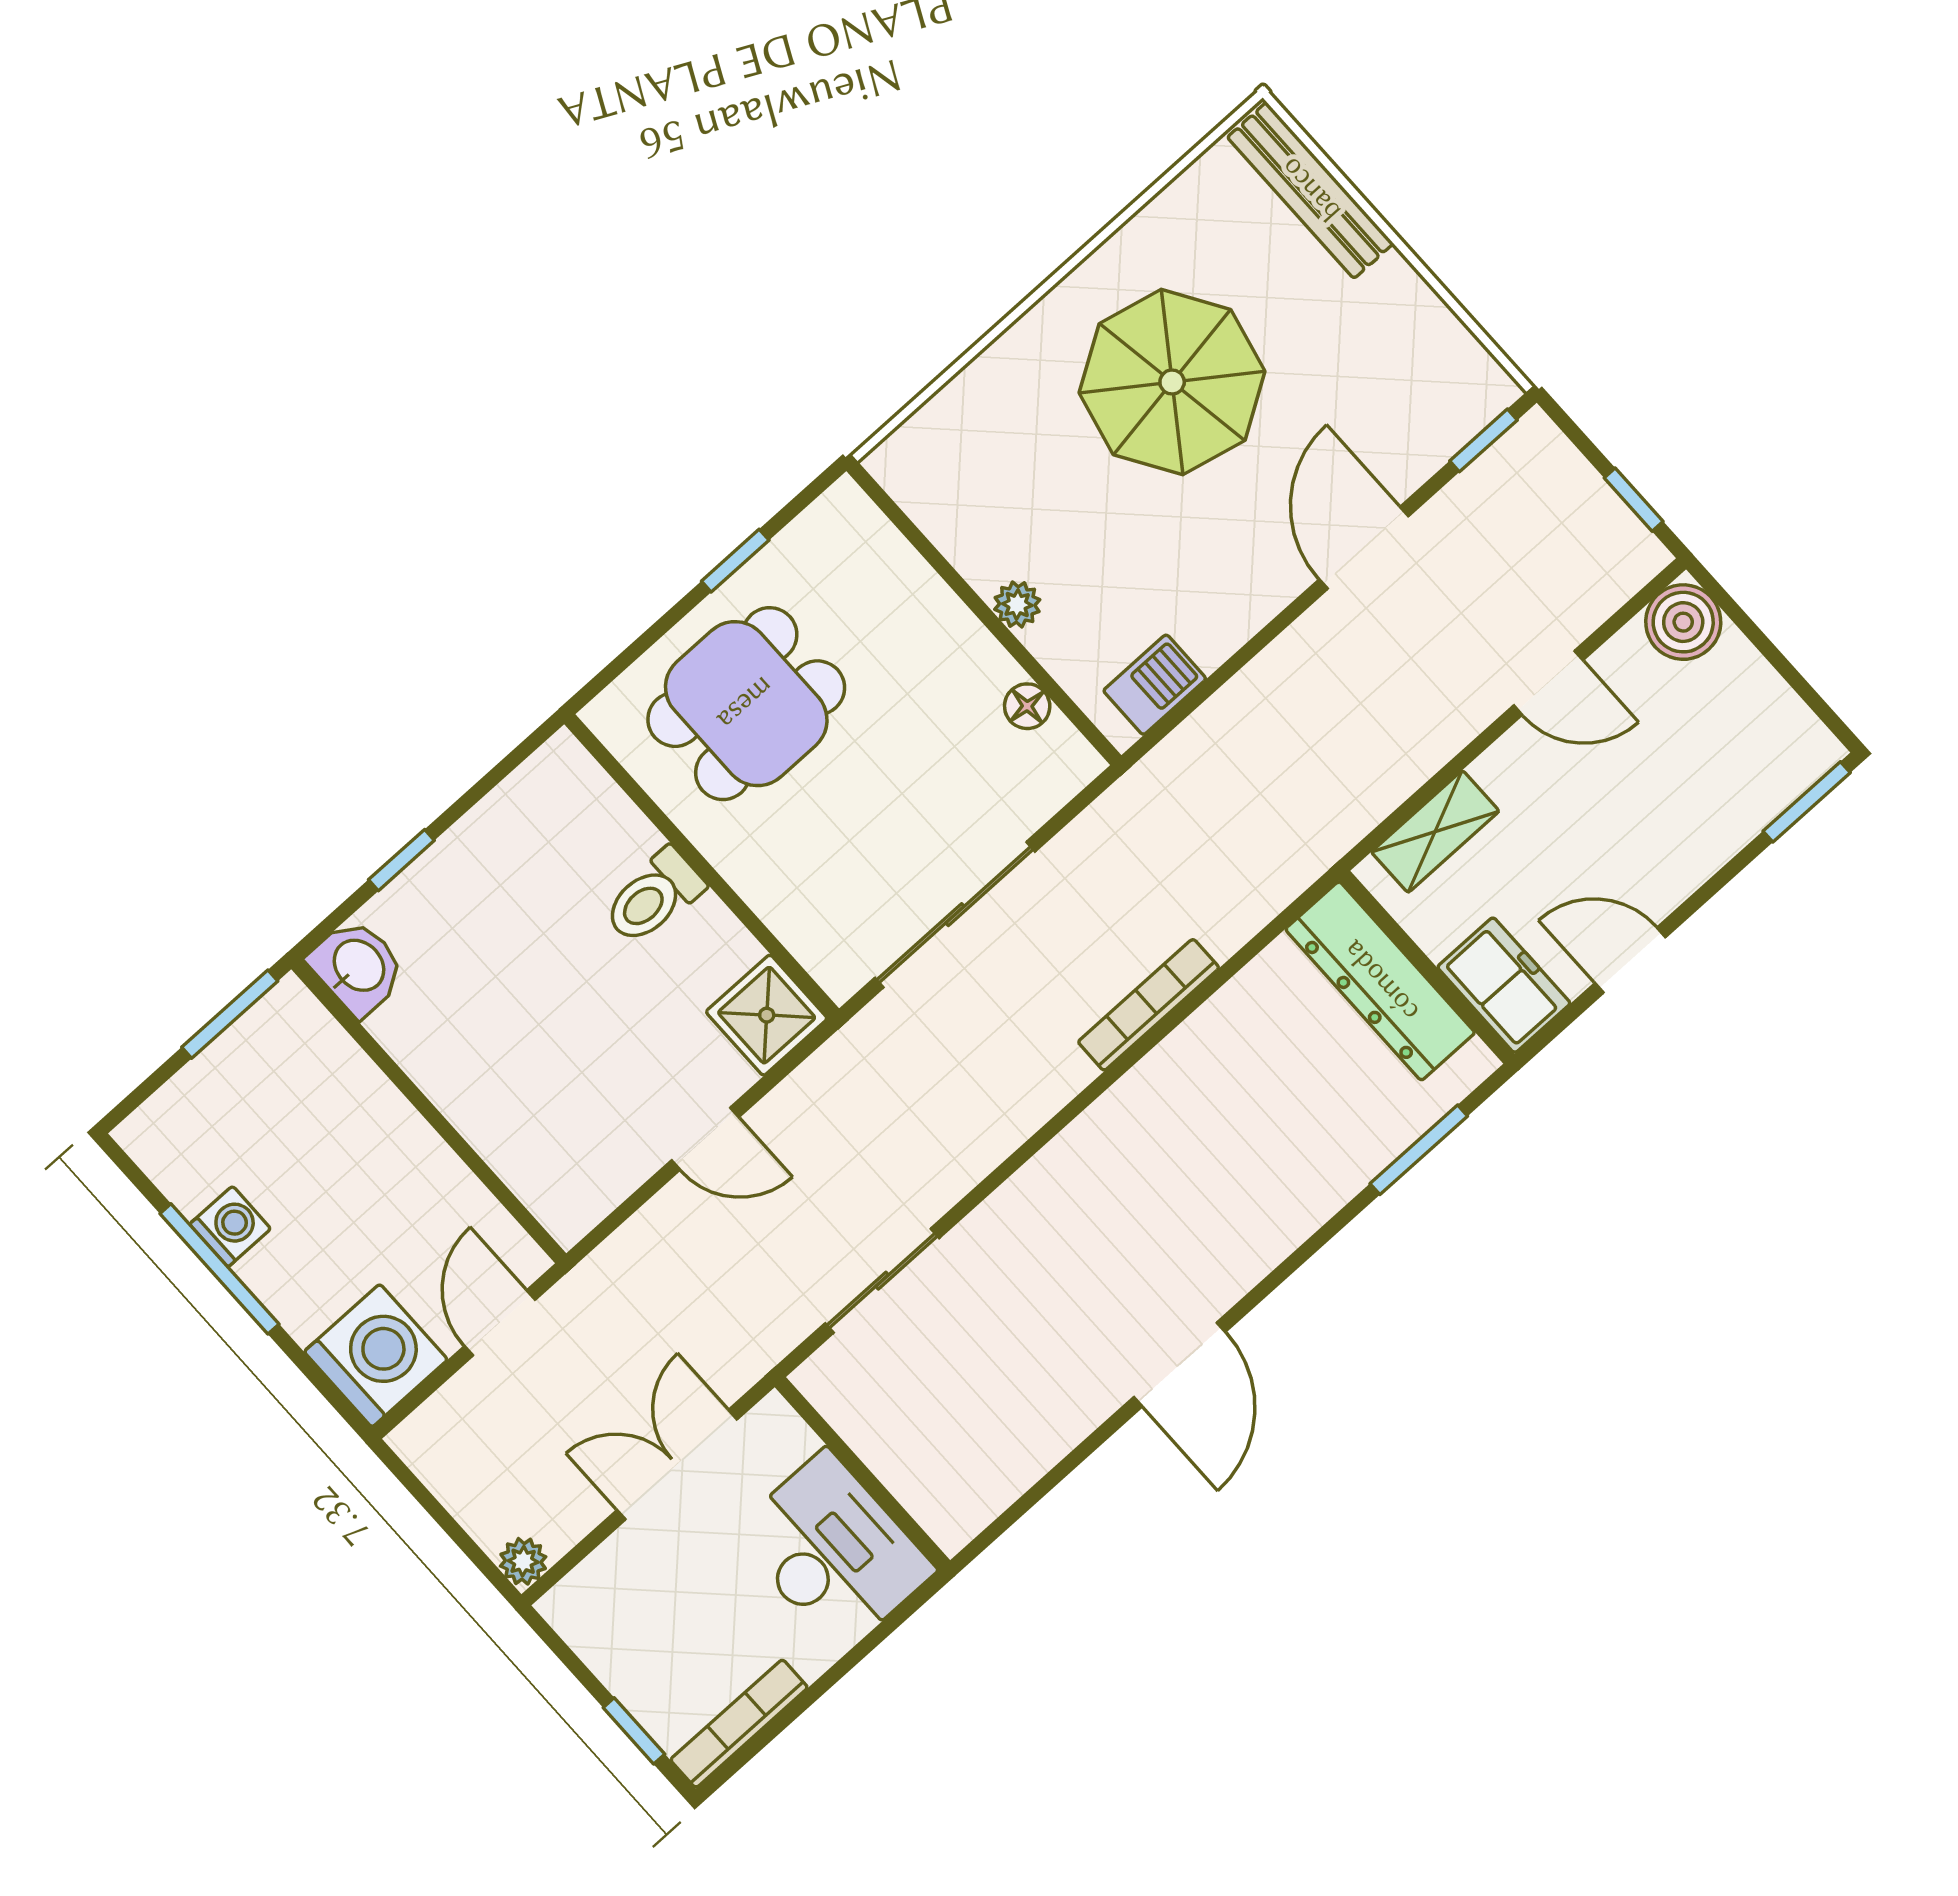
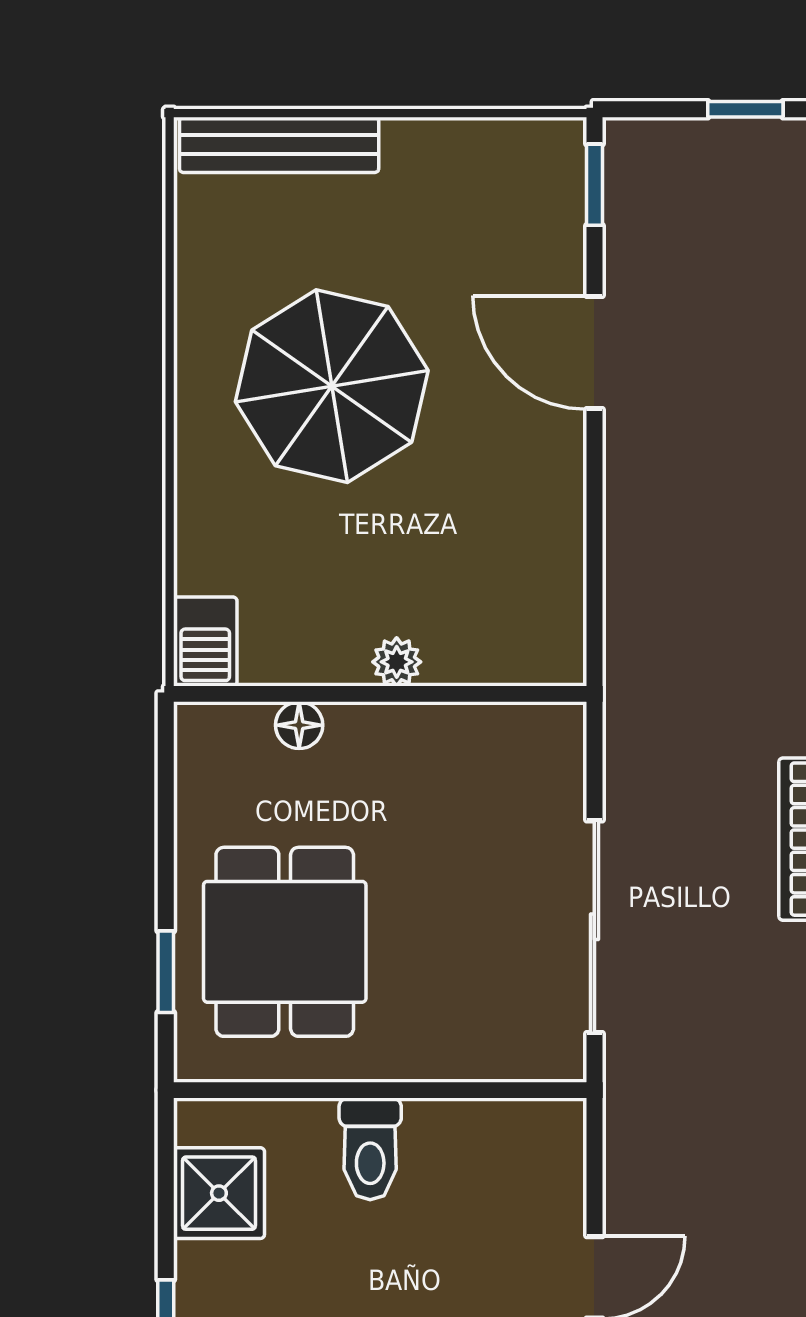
window: (735, 561) -> (166, 972), moved
barbecue: (1155, 685) -> (205, 641), moved, turned 180
floor lamp: (1027, 706) -> (299, 725), moved
shower: (767, 1015) -> (219, 1193), moved

